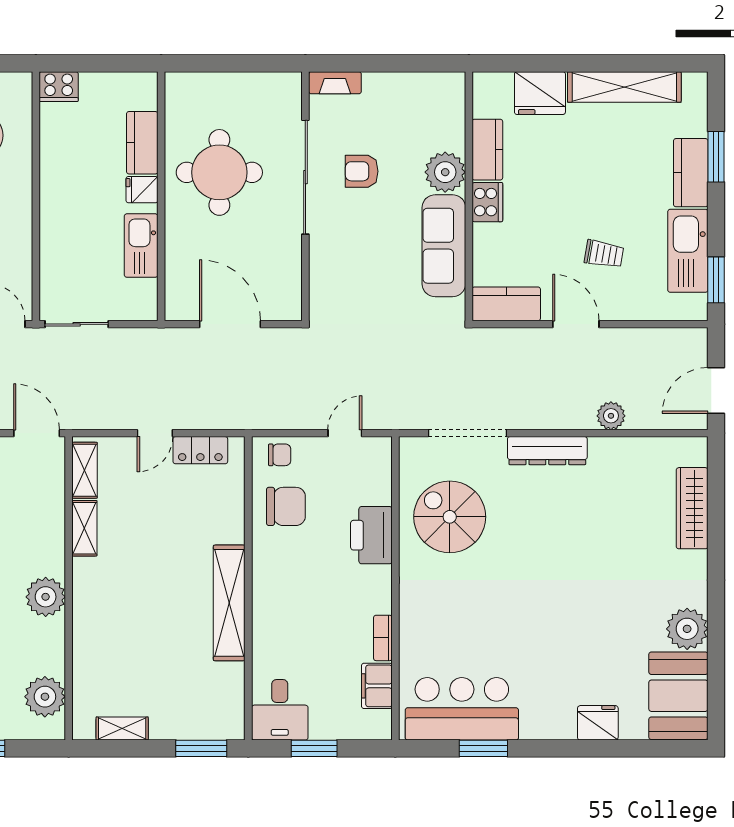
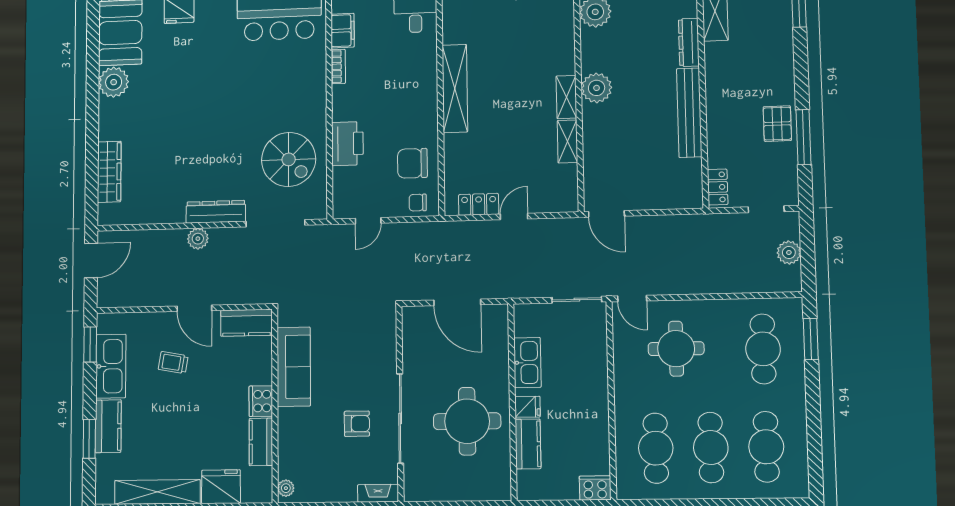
plant: (445, 172) -> (286, 488), moved, width x0.53, depth x0.53
plant: (611, 416) -> (198, 239), moved
shelving: (84, 470) -> (566, 97), moved

